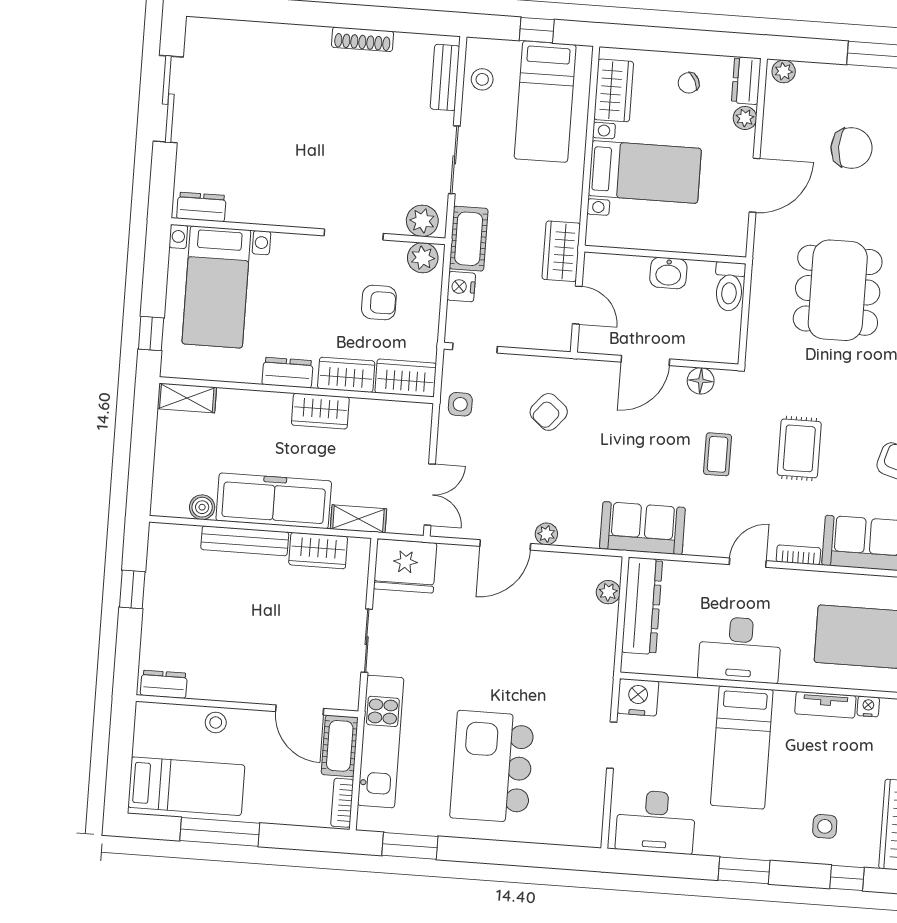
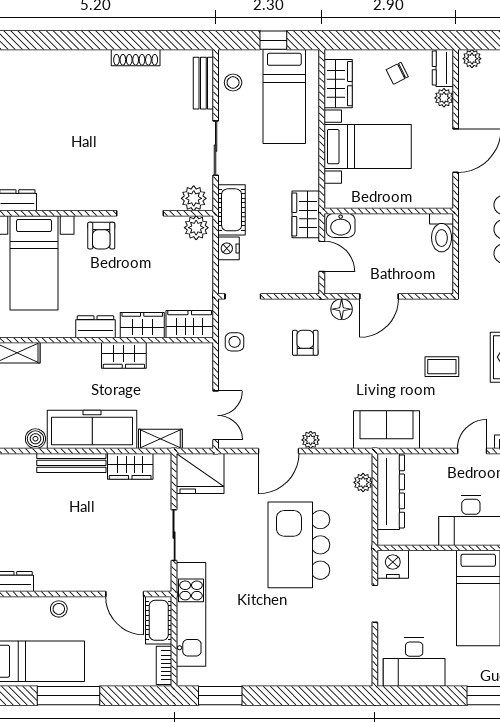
washbasin: (668, 273) -> (341, 225), moved
armchair: (379, 303) -> (101, 236), moved, turned 90
floor lamp: (701, 381) -> (342, 309), moved
armchair: (549, 412) -> (305, 343), turned 140
coffee table: (718, 454) -> (442, 367), turned 90
kitchen island: (492, 767) -> (299, 545), moved

